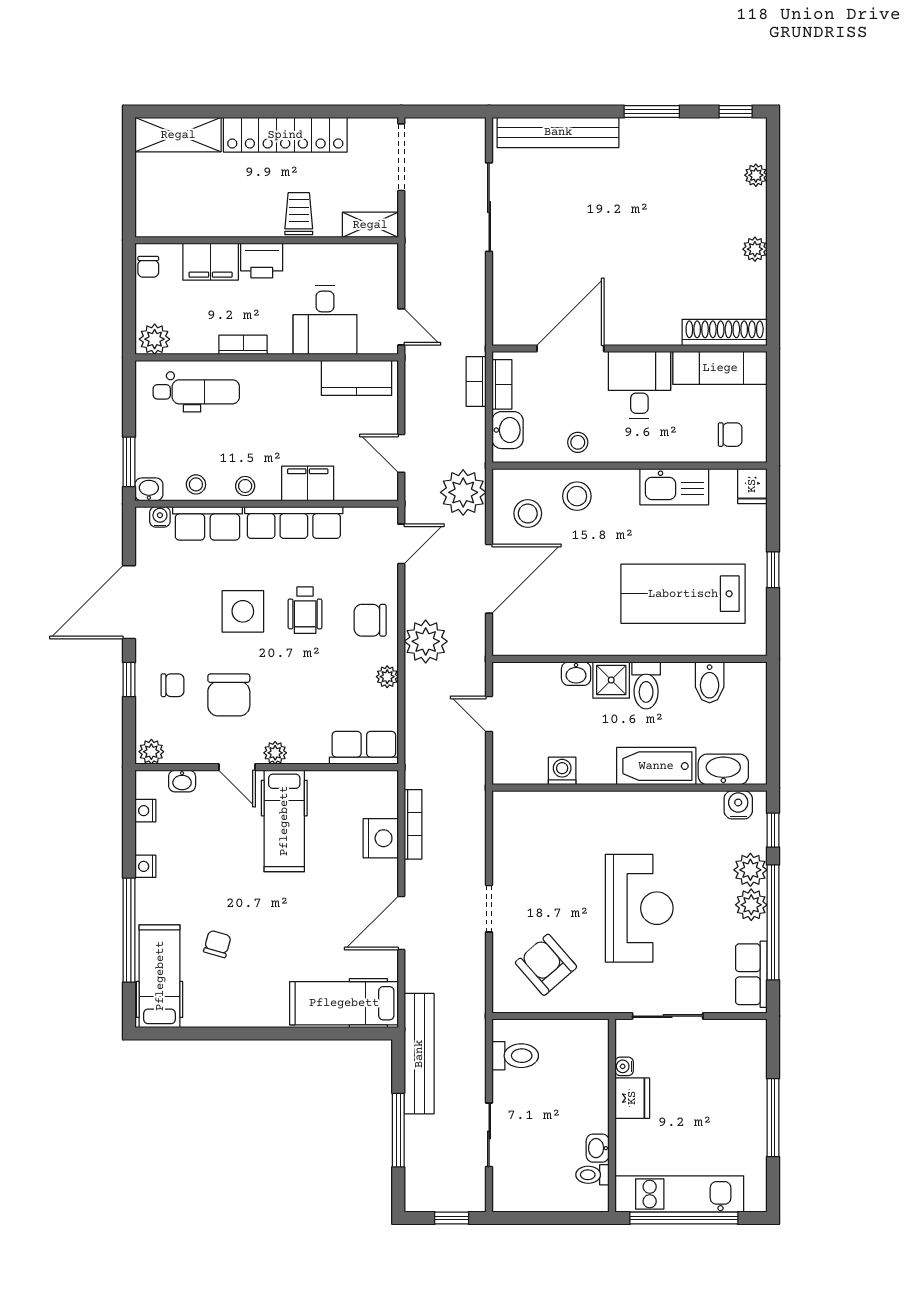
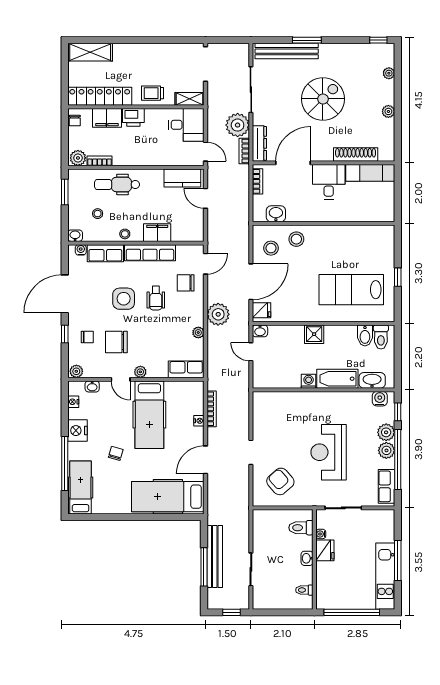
window: (652, 111) -> (307, 40), moved
locker: (285, 135) -> (100, 96), moved, turned 180
trolley: (299, 214) -> (153, 93), turned -90
spiral stairs: (628, 225) -> (323, 99), added
dresser: (505, 311) -> (259, 143), added
desk: (325, 320) -> (186, 125), moved, turned -90
shoe rack: (725, 332) -> (356, 155), moved
bookcase: (243, 345) -> (100, 161), moved
bookcase: (476, 382) -> (244, 151), moved
dental chair: (196, 392) -> (117, 184), moved, turned 180
washbasin: (508, 430) -> (276, 214), moved, turned -90
chair: (730, 435) -> (376, 207), removed
stool: (578, 442) -> (297, 211), removed
door: (401, 453) -> (205, 198), moved
window: (129, 462) -> (65, 192), moved
stool: (196, 484) -> (98, 214), moved
fridge: (752, 486) -> (262, 310), moved, turned -90
kitchen sink: (674, 487) -> (347, 234), removed
plant: (463, 492) -> (238, 125), moved
chair: (370, 620) -> (186, 283), moved
washbasin: (576, 674) -> (260, 331), moved
toilet: (646, 685) -> (381, 337), moved
chair: (229, 695) -> (116, 342), turned 90
washing machine: (562, 771) -> (309, 381), moved
hospital bed: (284, 821) -> (149, 415), width x1.37, depth x1.29
nightstand: (381, 838) -> (199, 421), width x0.53, depth x0.56
nightstand: (145, 866) -> (77, 431), width x1.89, depth x1.79
reception desk: (639, 908) -> (329, 452), turned 180
chair: (217, 944) -> (116, 453), moved
hospital bed: (344, 1003) -> (168, 497), width x1.37, depth x1.29
bench: (419, 1054) -> (215, 557), moved
toilet: (515, 1056) -> (301, 528), moved, turned 180
washbasin: (598, 1148) -> (307, 558), moved
kitchen unit: (679, 1194) -> (385, 576), moved, turned -90

